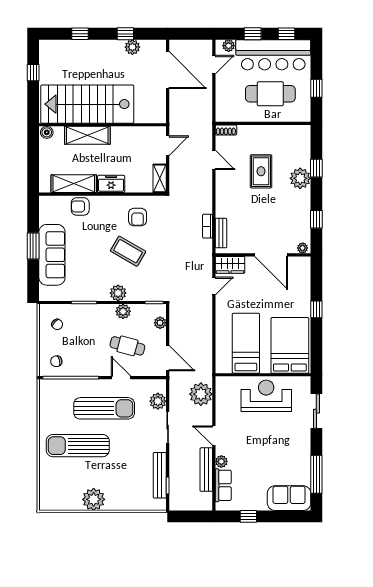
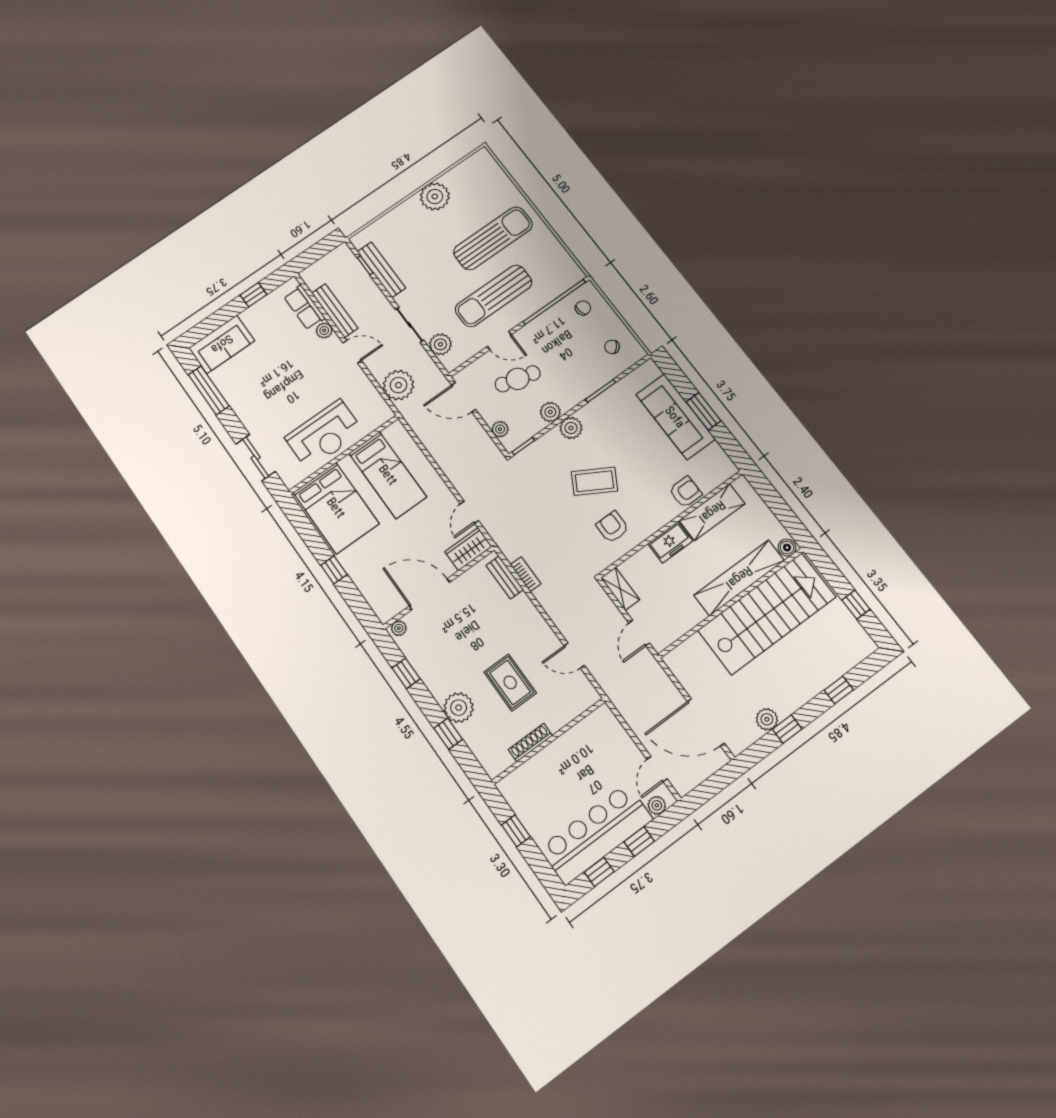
cafe table: (270, 94) -> (566, 783), removed
shoe rack: (226, 130) -> (530, 742), moved, width x1.43
shelving: (87, 135) -> (739, 578), width x1.47

